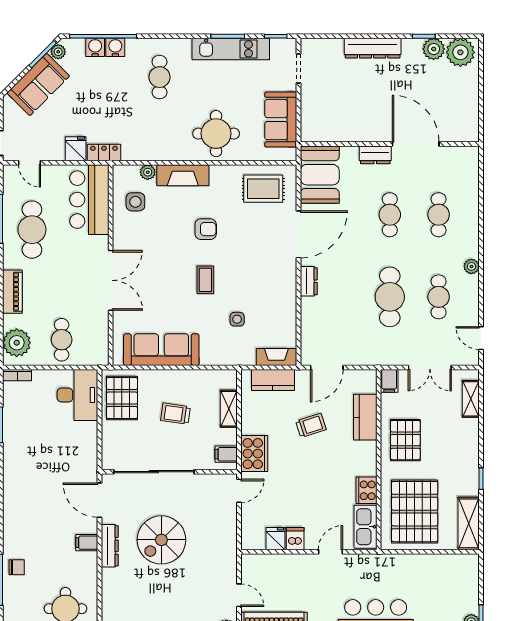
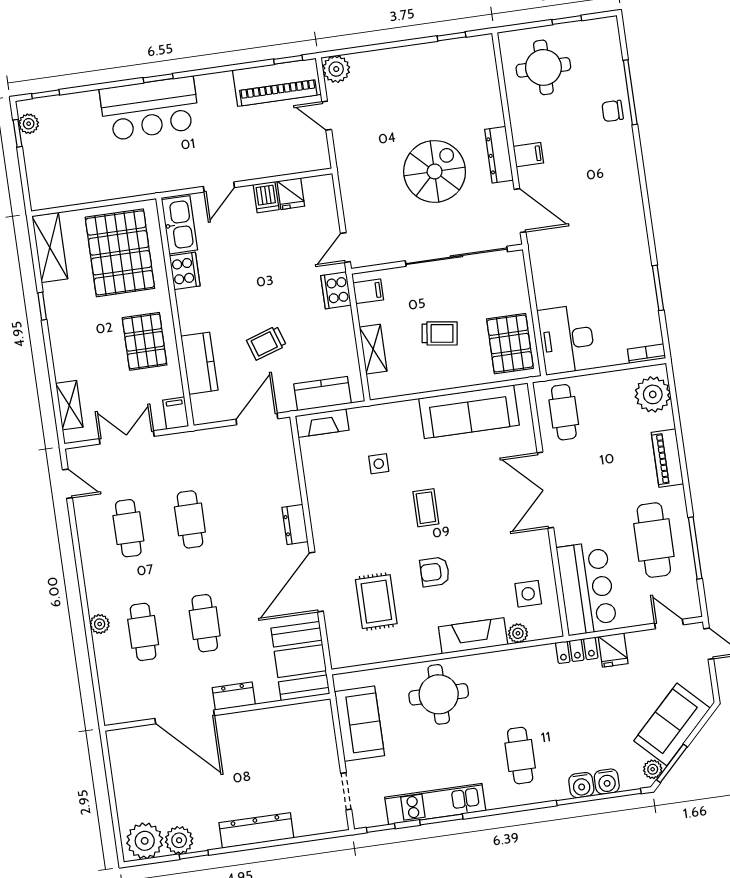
rug: (263, 189) -> (376, 602), moved, turned 90
plant: (471, 266) -> (100, 624), moved
cafe table: (390, 297) -> (190, 519), width x0.73, depth x0.74
cafe table: (62, 340) -> (564, 412), moved
cooker: (254, 454) -> (336, 290), width x0.73, depth x0.76

